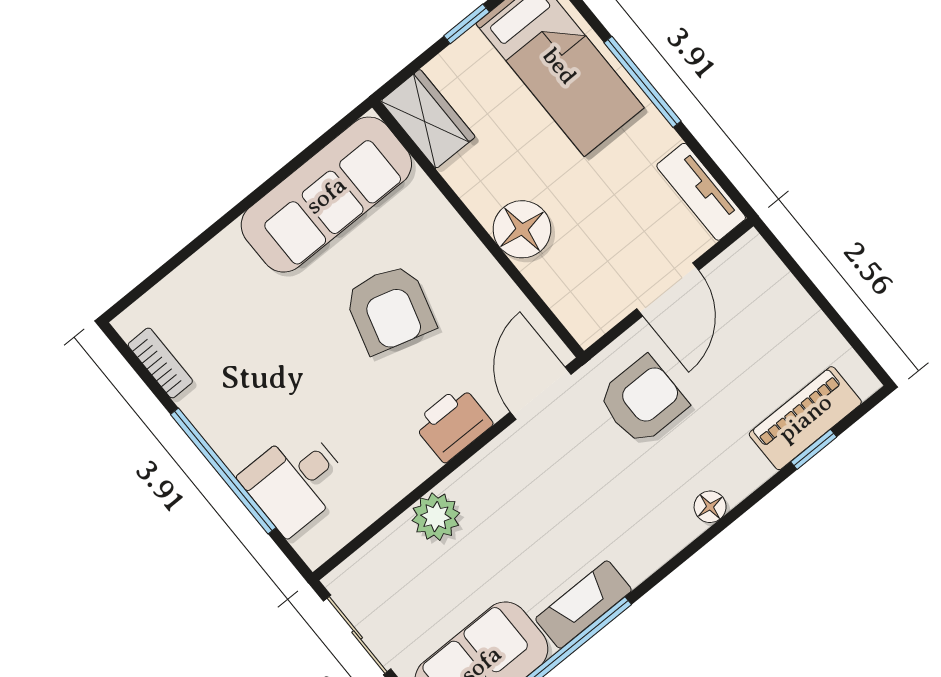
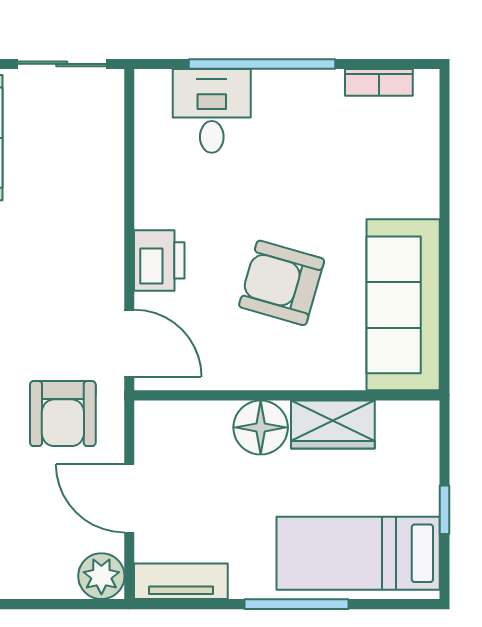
wardrobe: (428, 119) -> (333, 425), moved
plant: (436, 517) -> (101, 576), moved

